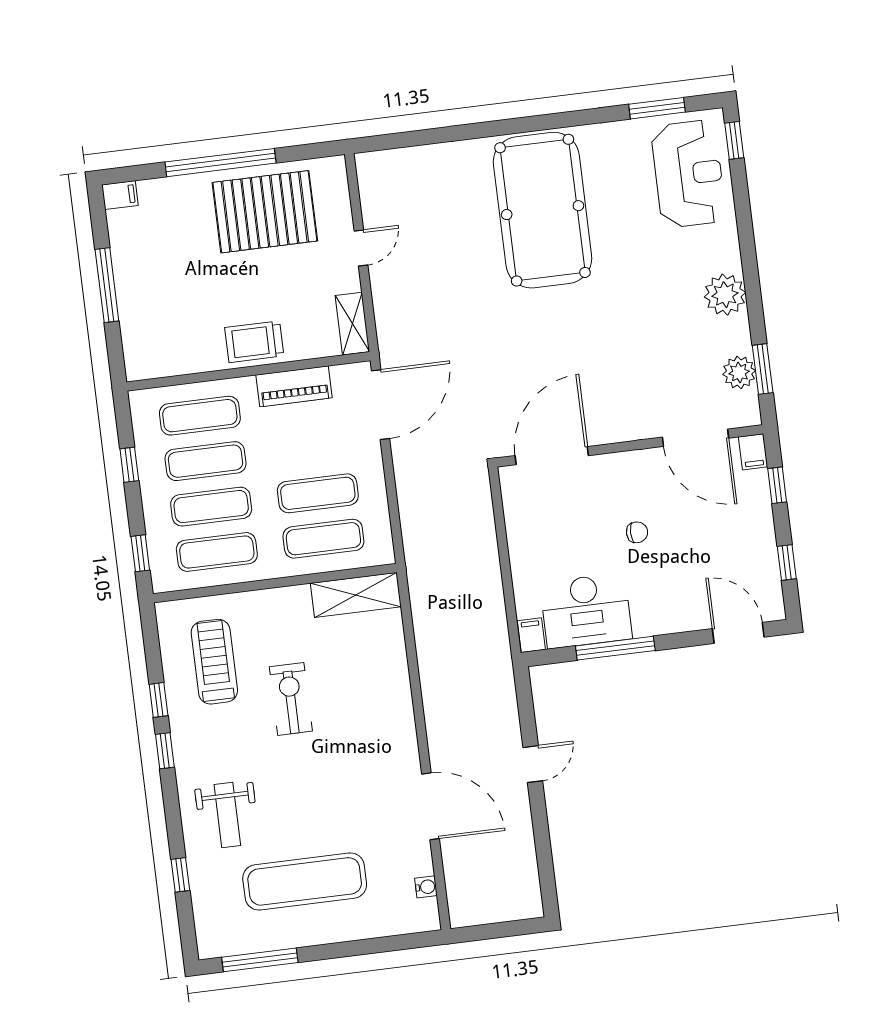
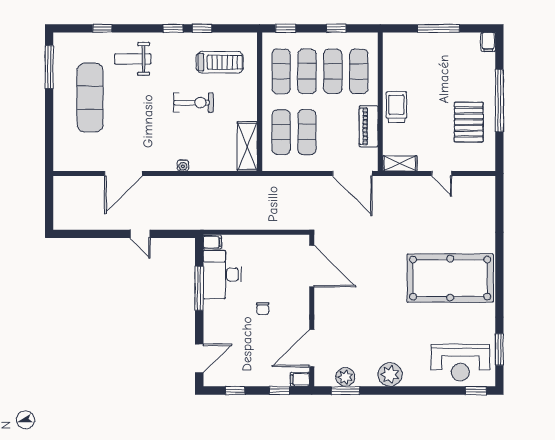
pallet: (265, 212) -> (469, 122), width x0.73, depth x0.71
water cooler: (426, 887) -> (183, 165), moved

